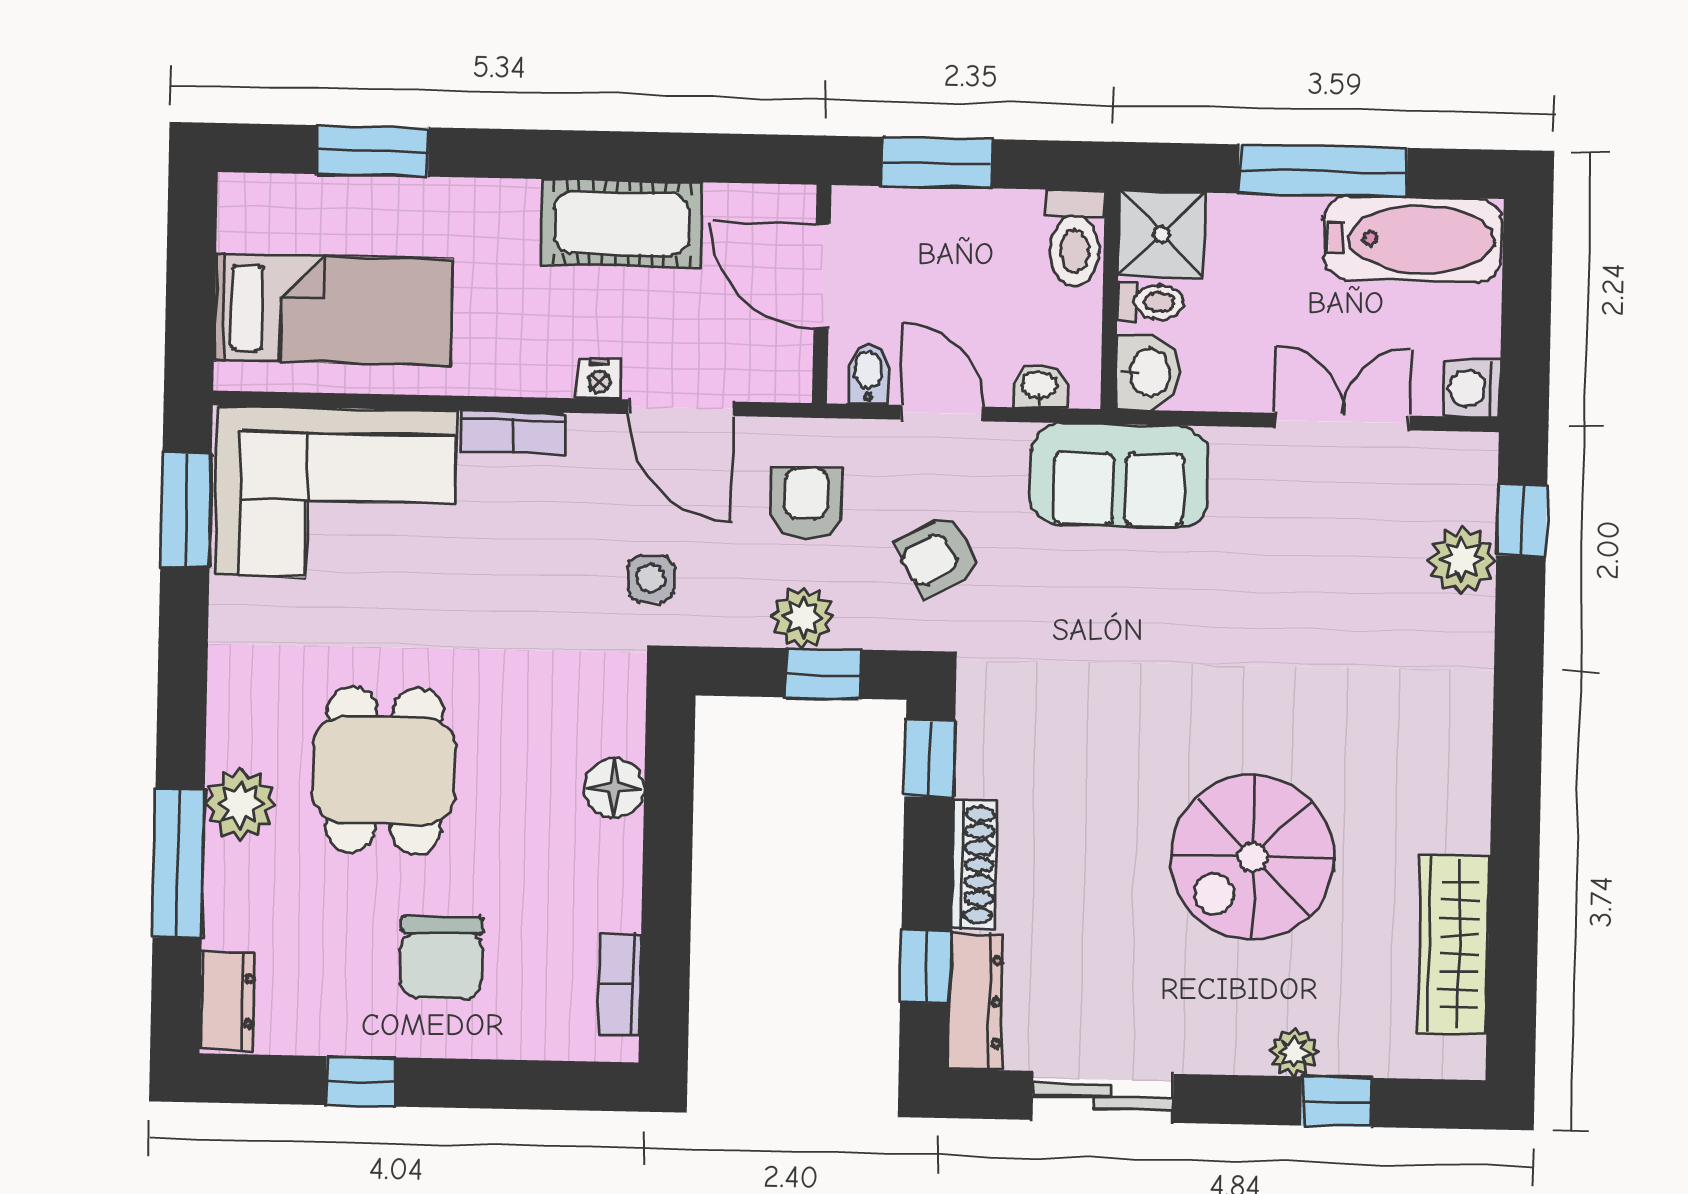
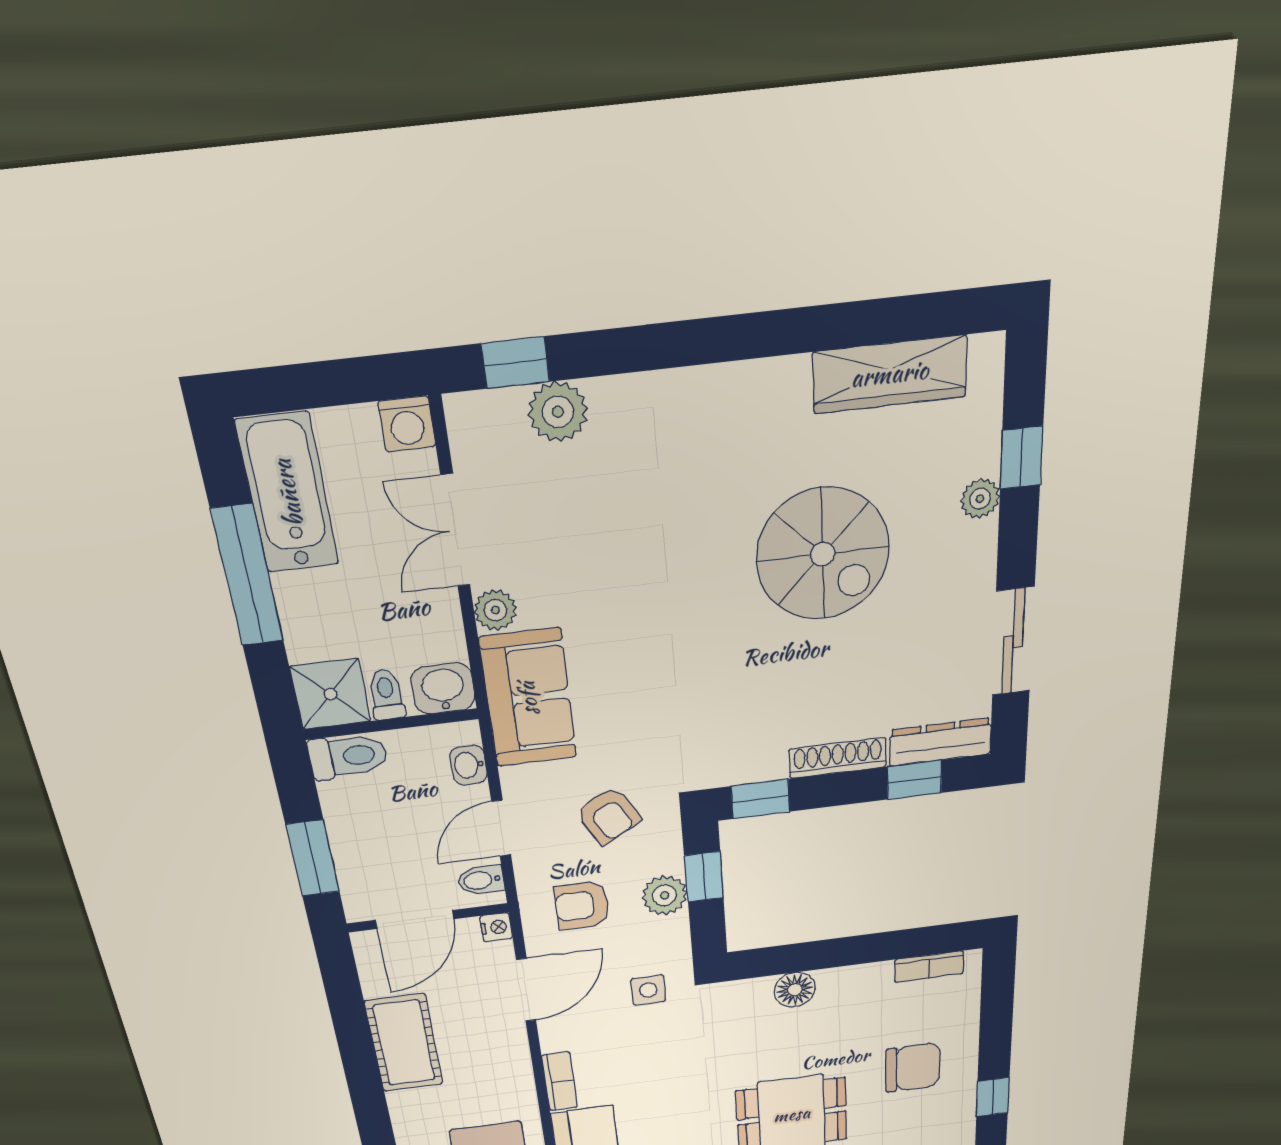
nightstand: (599, 379) -> (496, 927), moved
plant: (1239, 453) -> (495, 610), added

